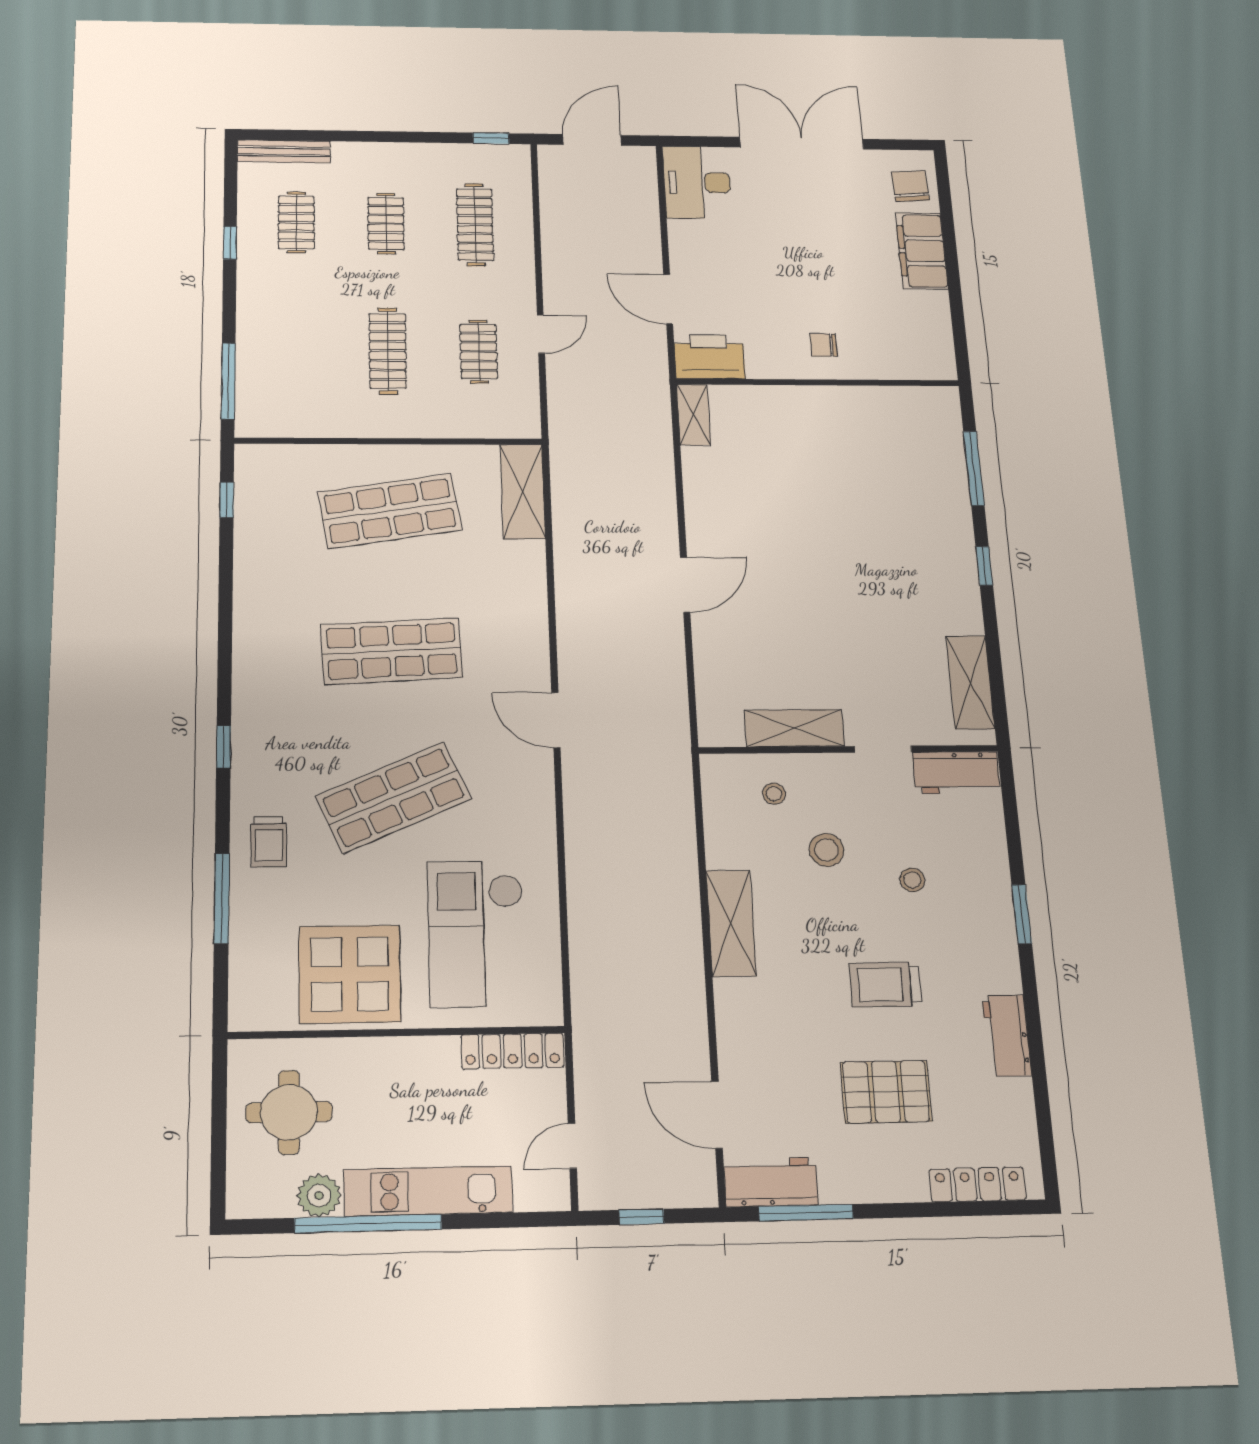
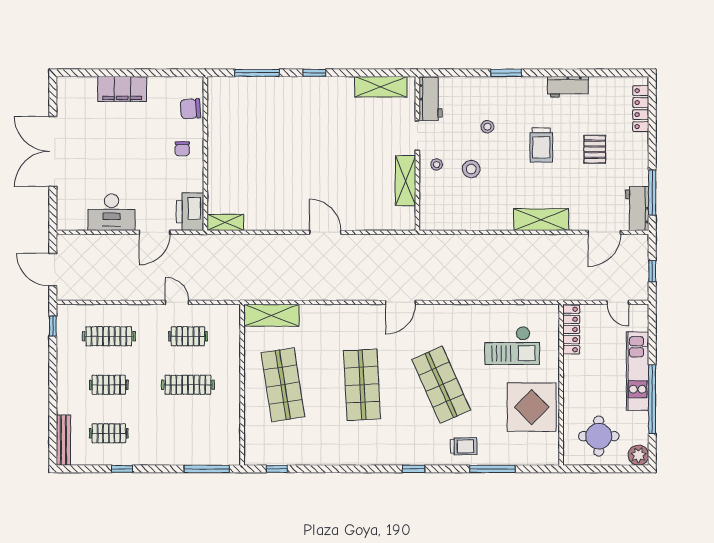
desk: (697, 182) -> (111, 212), moved
chair: (910, 186) -> (190, 109), moved
stool: (774, 794) -> (437, 165), moved
shelving: (731, 923) -> (541, 220), moved
checkout: (476, 933) -> (512, 345), width x0.73, depth x0.83
pallet: (886, 1092) -> (595, 149), width x0.67, depth x0.71
plant: (319, 1195) -> (638, 455), moved

